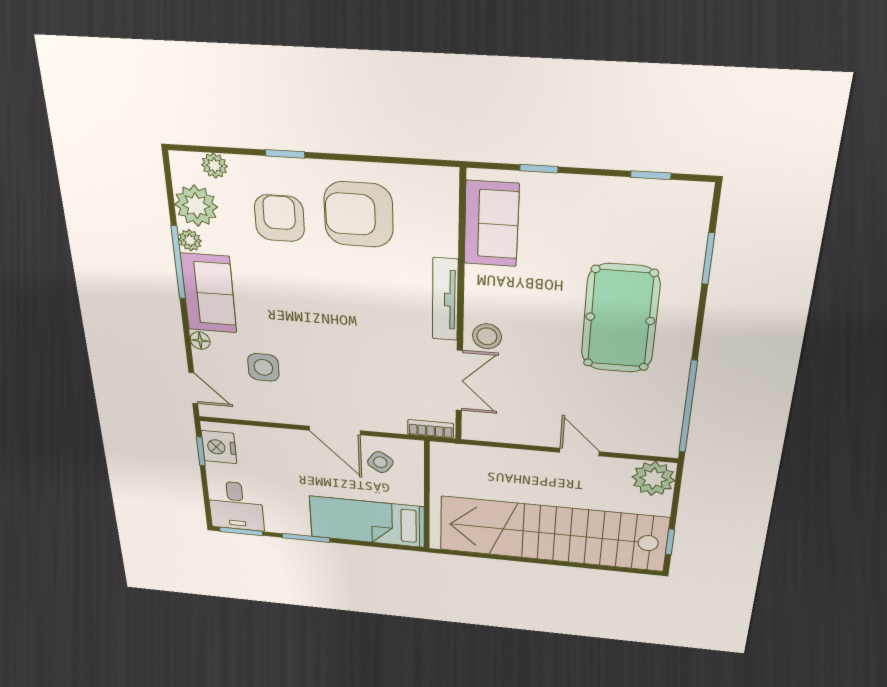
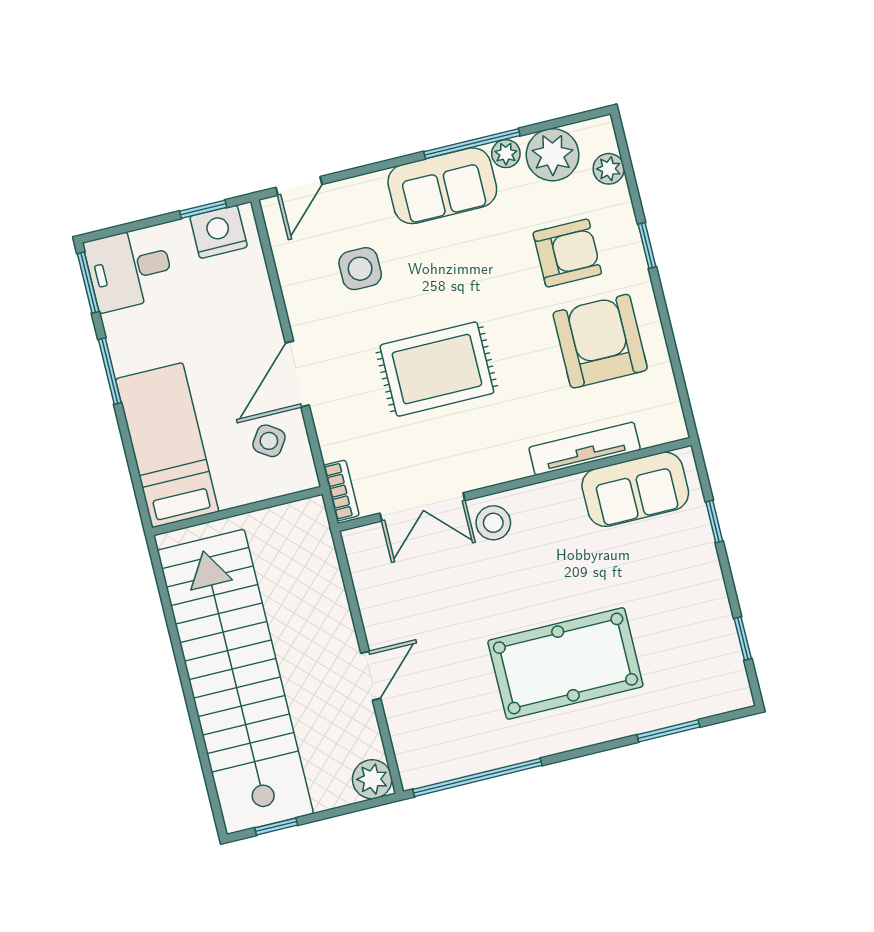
tv unit: (445, 299) -> (585, 449), moved
rug: (353, 339) -> (437, 369), added
floor lamp: (200, 341) -> (372, 185), removed
plant: (653, 479) -> (372, 779), width x0.73, depth x0.73

